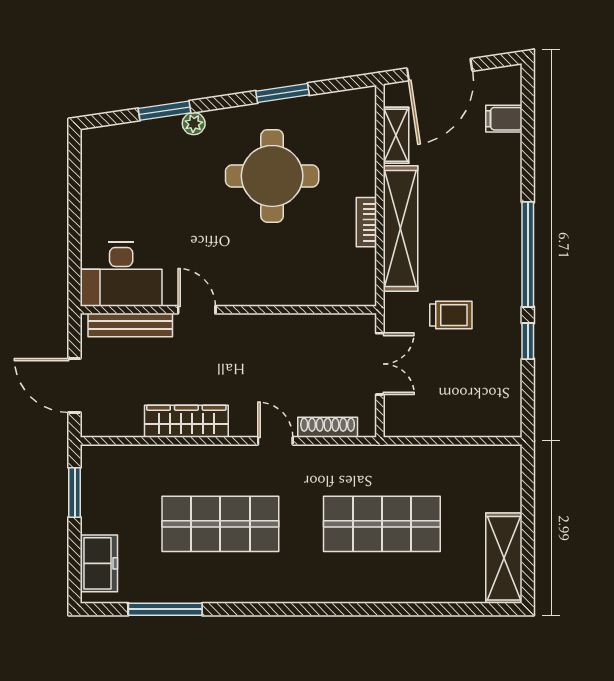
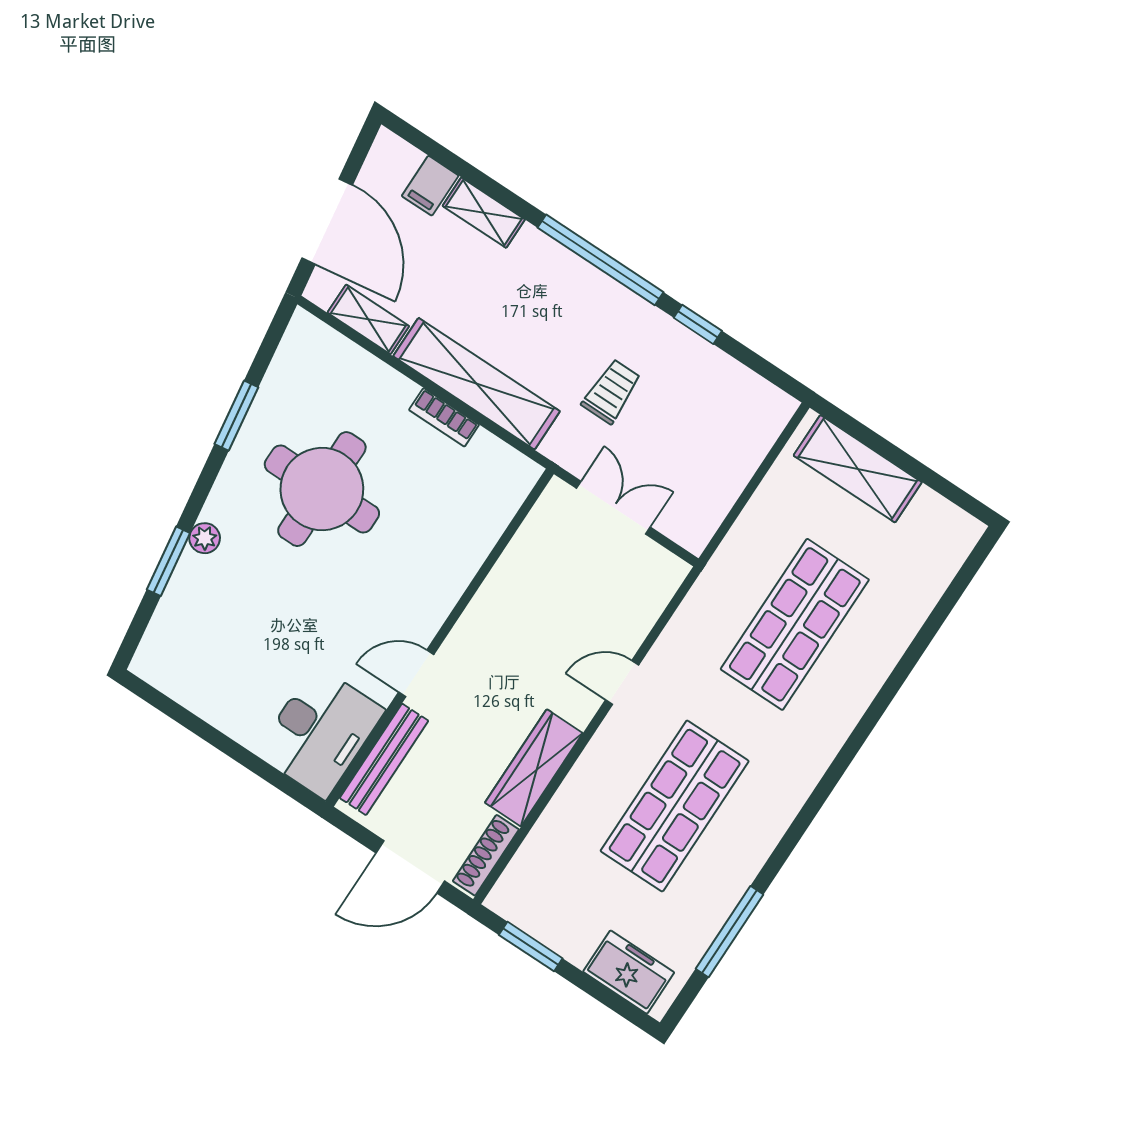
shelving: (509, 163) -> (484, 213), added
shoe rack: (328, 427) -> (486, 855), moved
shelving: (504, 558) -> (858, 469), moved

